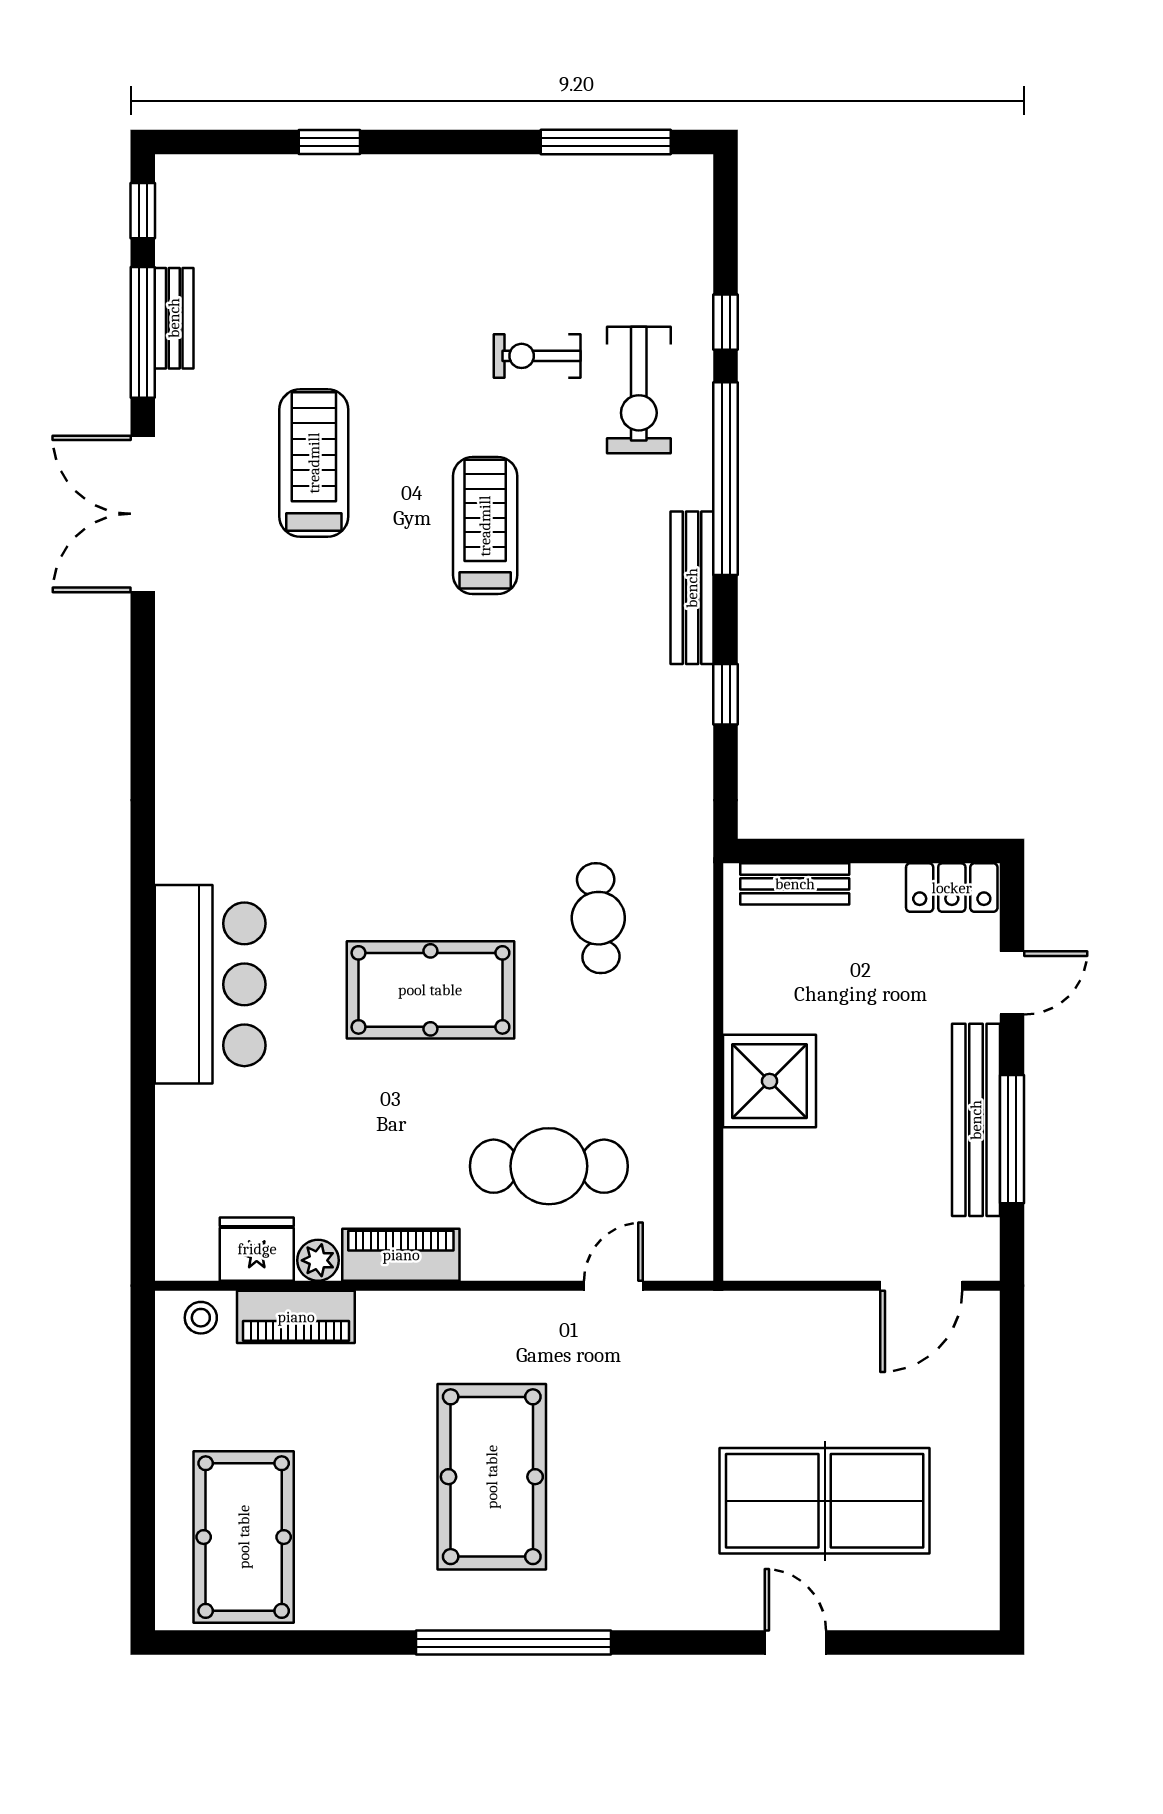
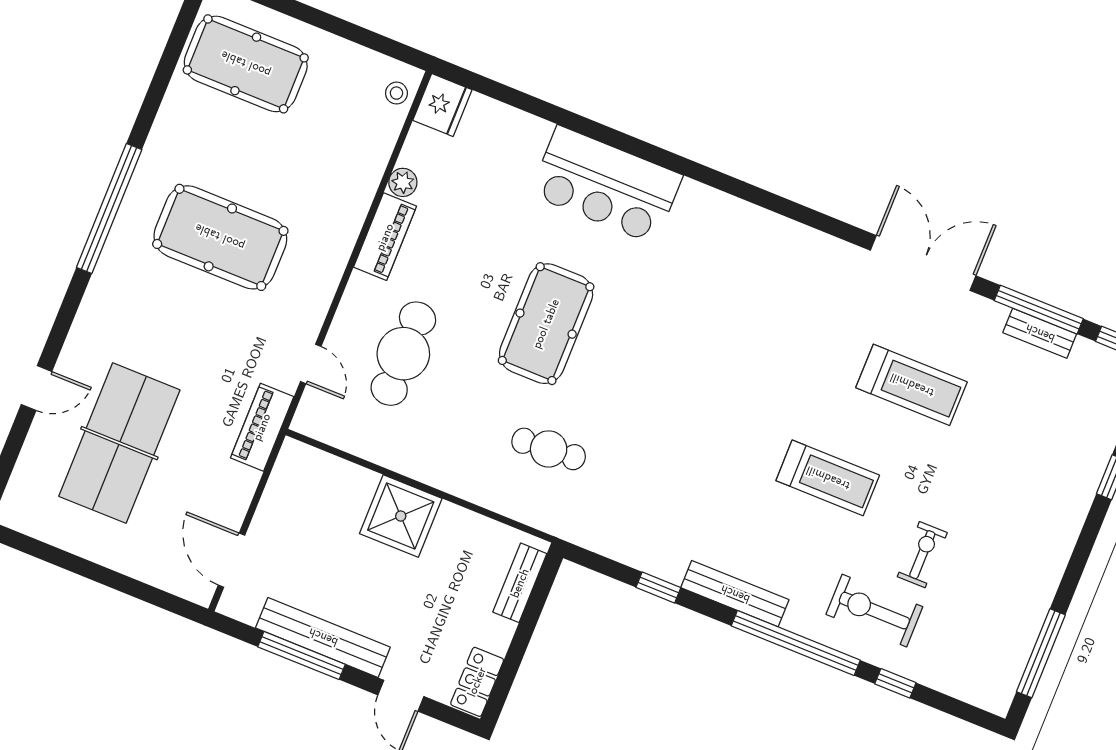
fridge: (257, 1249) -> (442, 105), moved
piano: (296, 1317) -> (262, 427), moved

